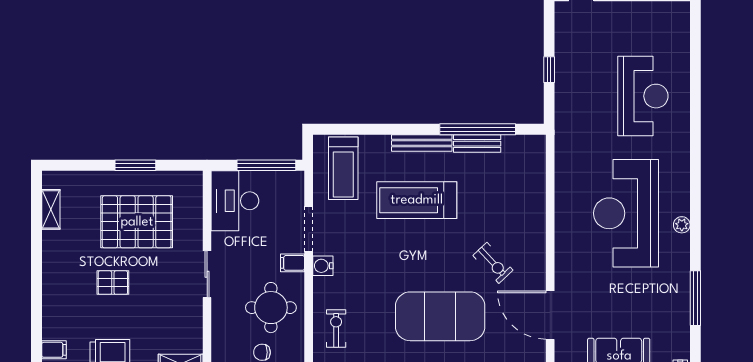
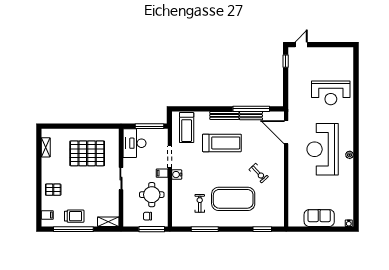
window: (549, 70) -> (286, 61), moved
reception desk: (643, 96) -> (331, 93), turned 90
window: (135, 165) -> (87, 126), removed
treadmill: (417, 200) -> (222, 143), turned 180
pallet: (113, 283) -> (53, 190), moved
window: (695, 298) -> (356, 190), removed
door: (550, 315) -> (286, 132), moved
exercise bike: (336, 329) -> (200, 203), moved

